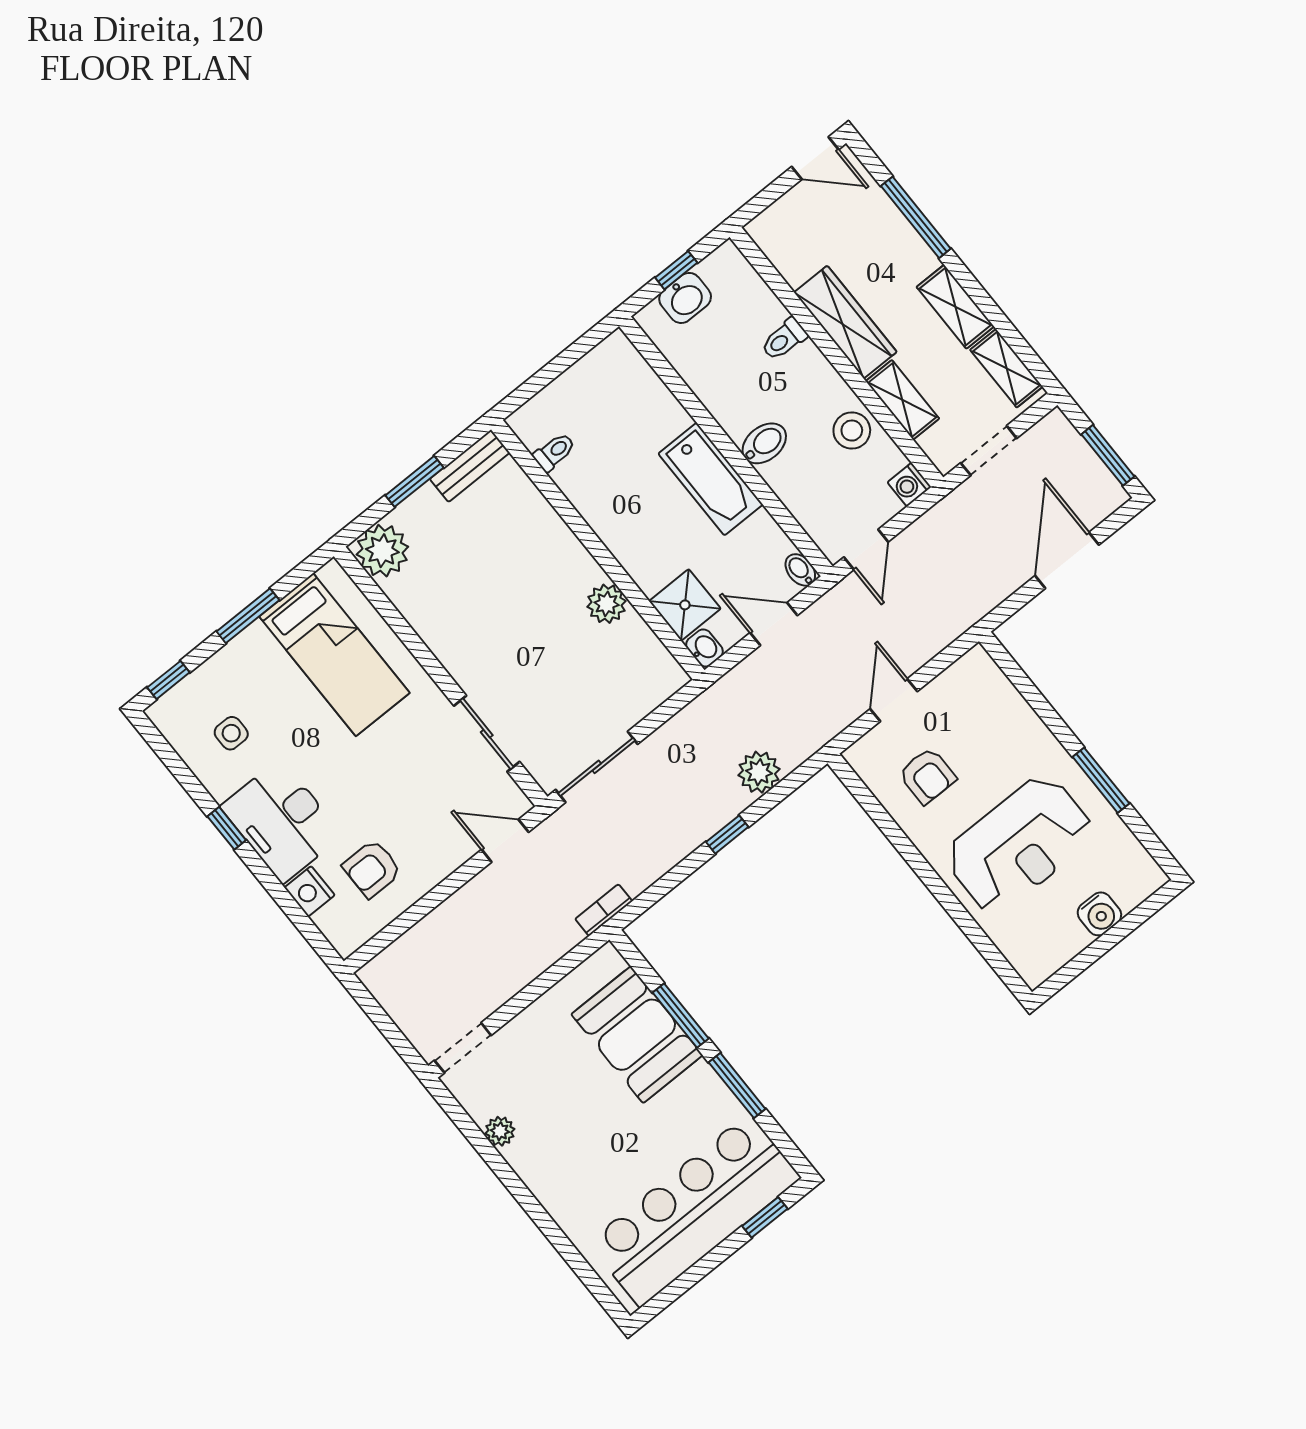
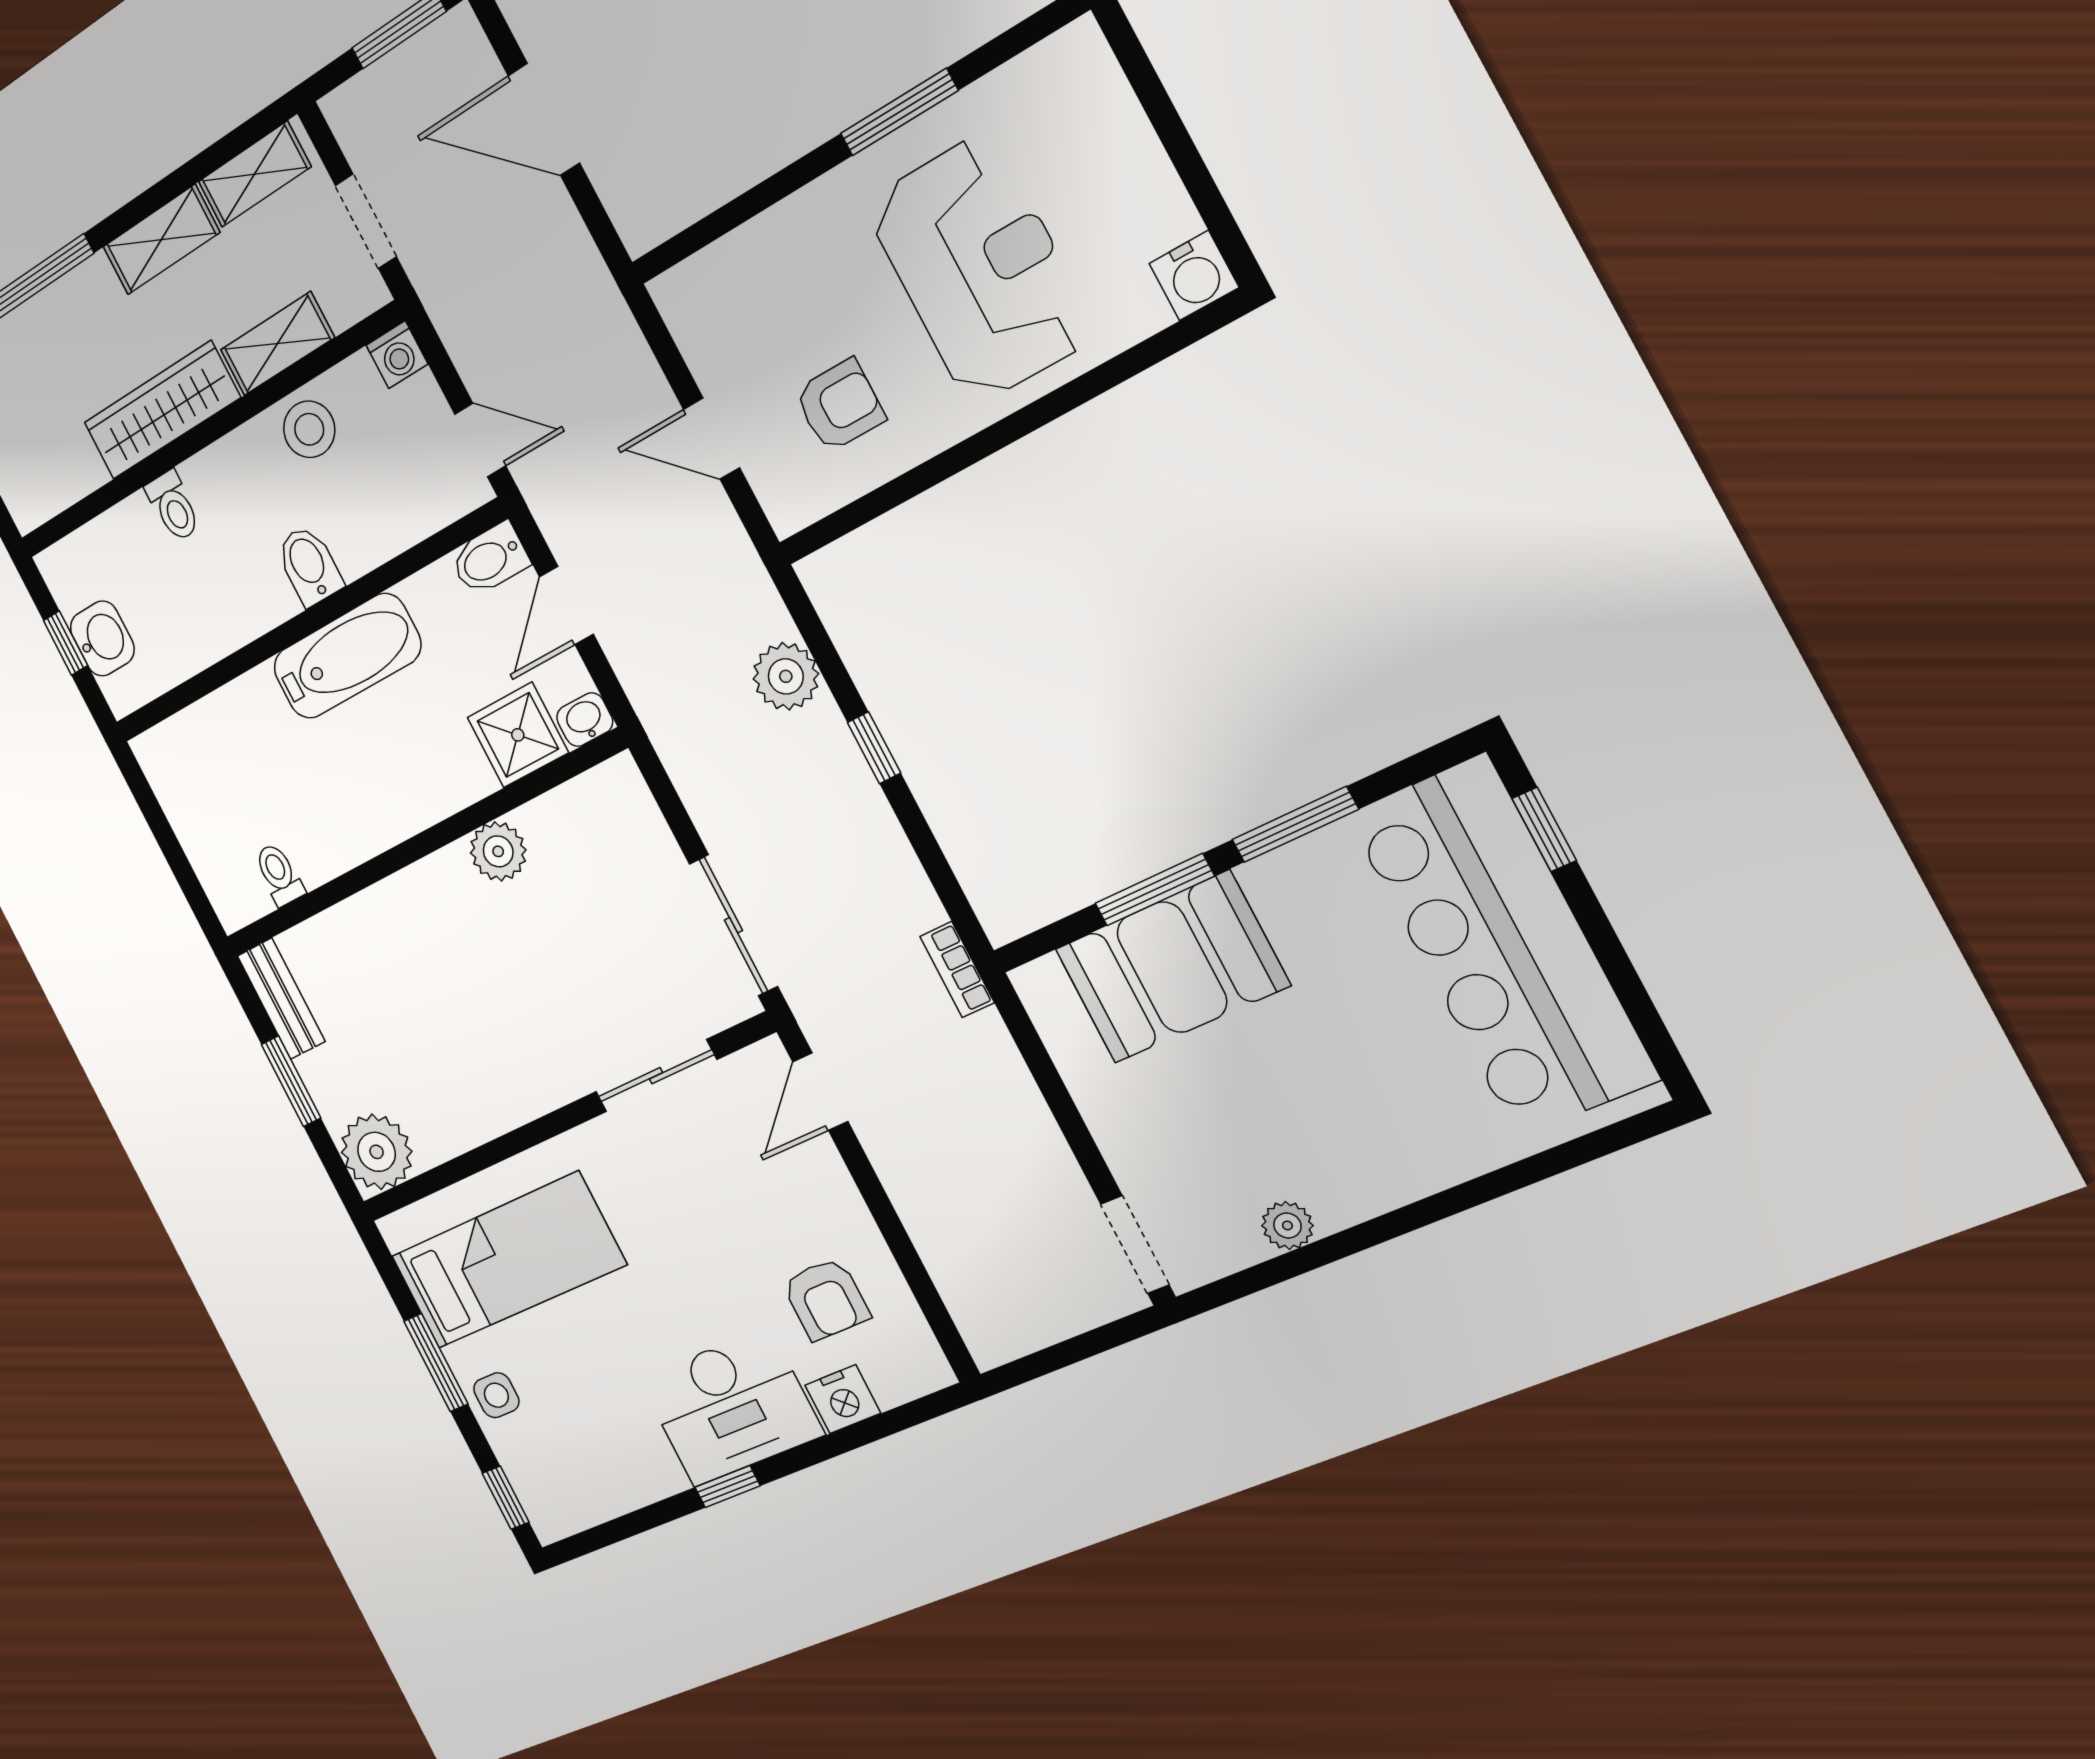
bidet: (800, 570) -> (490, 559), width x1.38, depth x1.36
side table: (231, 733) -> (496, 1395), moved
water cooler: (1099, 914) -> (1194, 276), moved, turned 90

